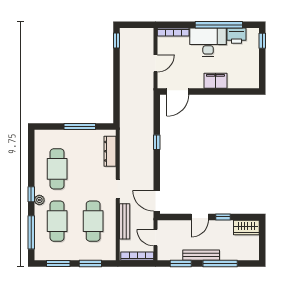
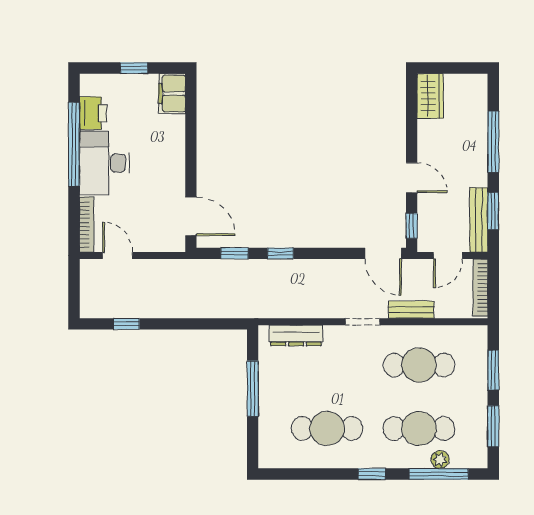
window: (117, 40) -> (126, 324), moved
window: (262, 41) -> (134, 68), moved
door: (155, 63) -> (118, 256), moved
filing cabinet: (215, 81) -> (172, 94), moved
window: (157, 116) -> (234, 253), added
plant: (39, 200) -> (440, 460), moved
door: (157, 201) -> (383, 253), hinge flipped
window: (223, 217) -> (412, 226), moved
bench: (125, 221) -> (411, 310), width x0.73
bench: (201, 255) -> (479, 220), moved

